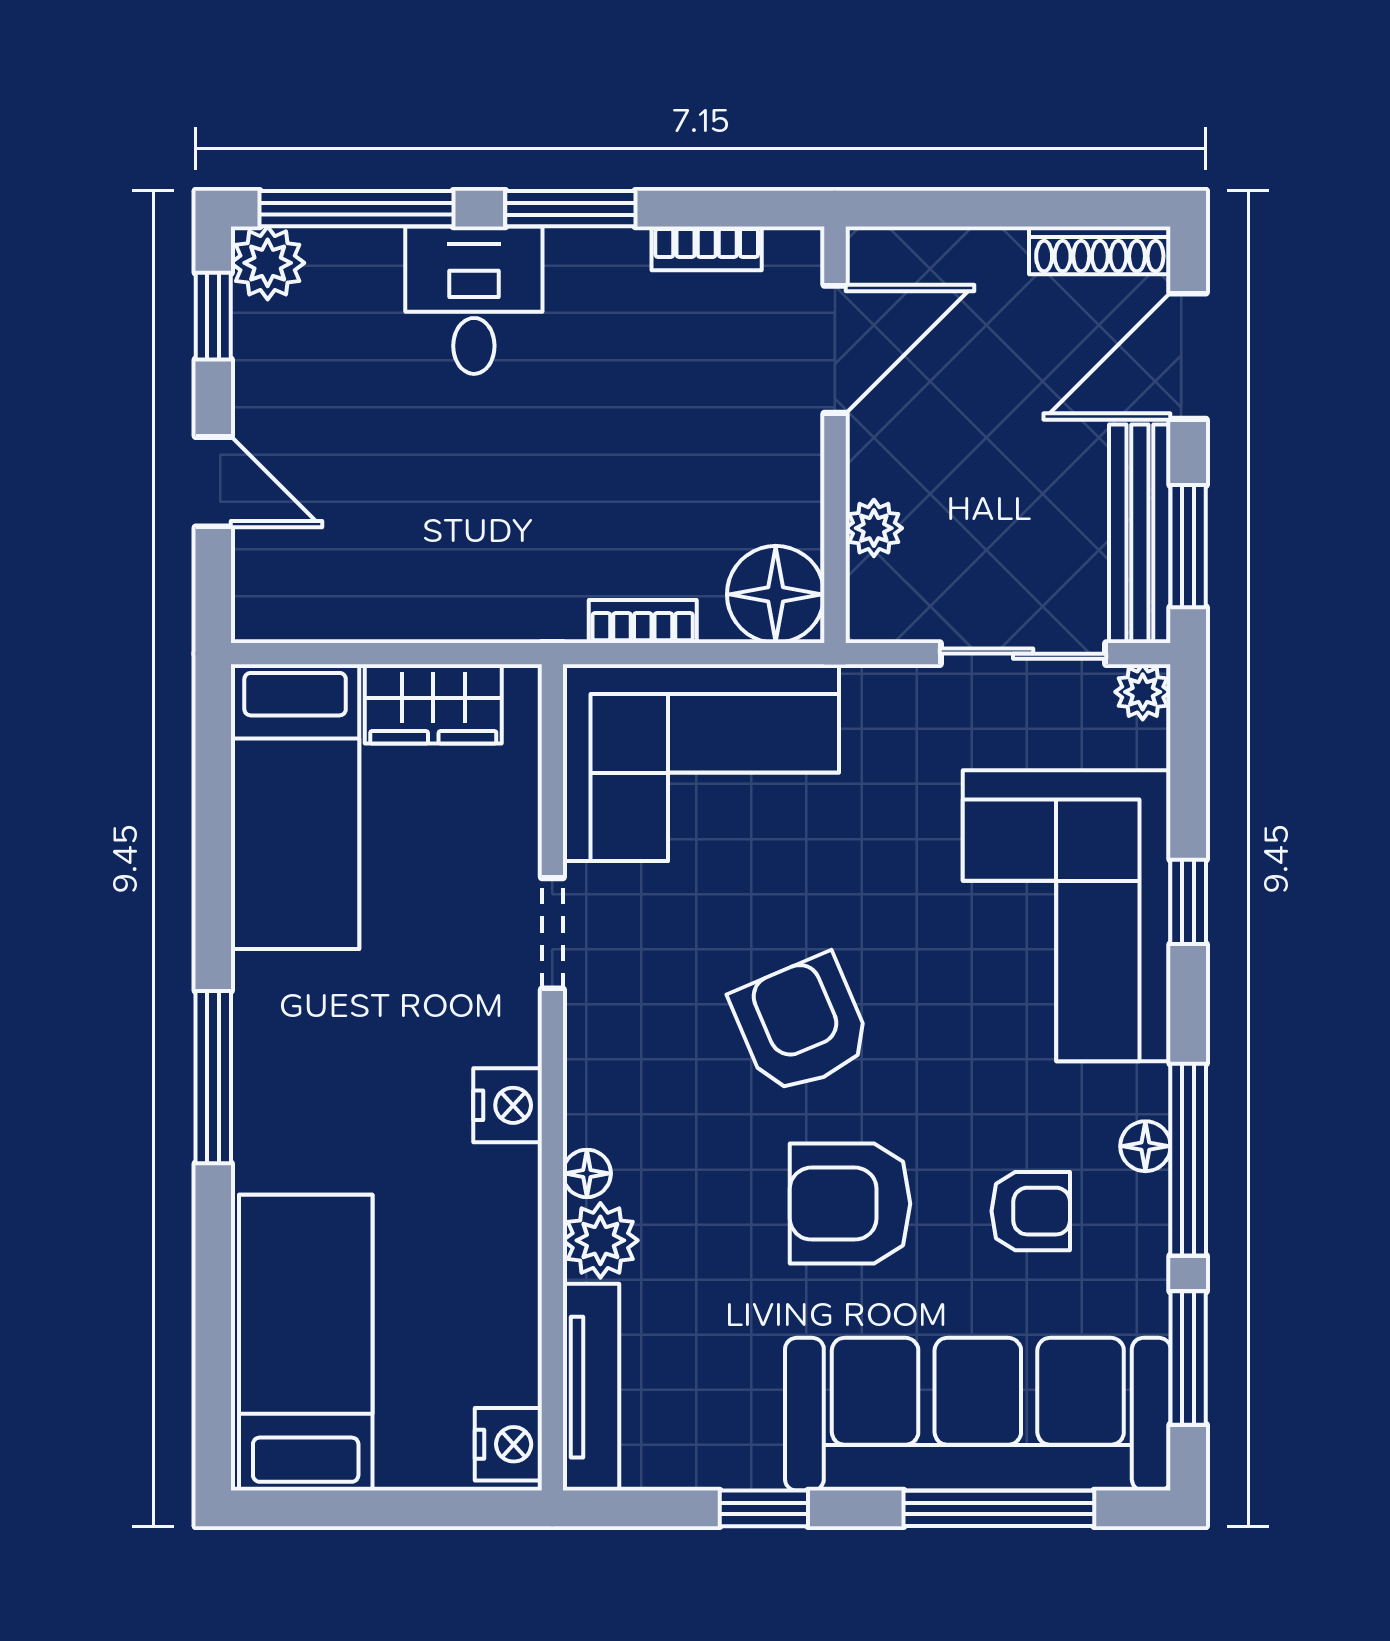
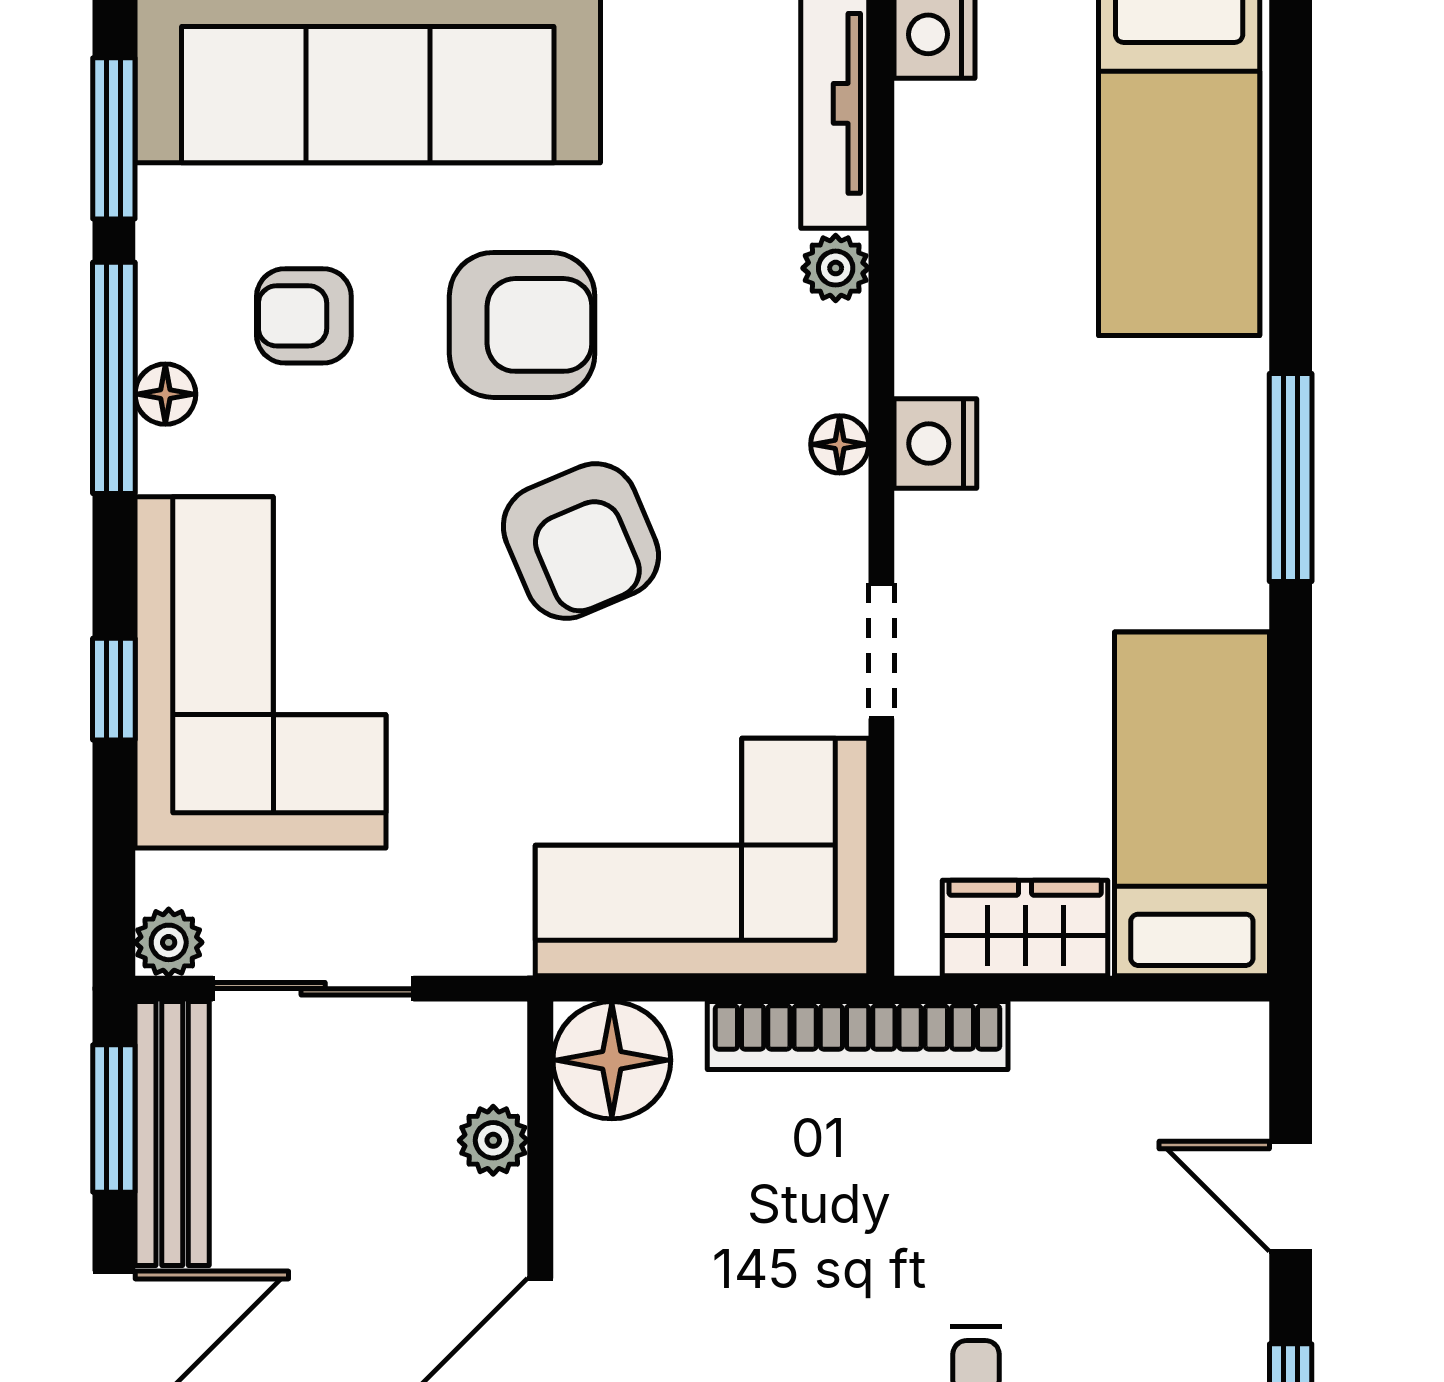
bookcase: (643, 622) -> (858, 1036), width x2.31, depth x1.31
floor lamp: (587, 1173) -> (840, 444), moved
plant: (600, 1240) -> (836, 268), width x0.73, depth x0.73

